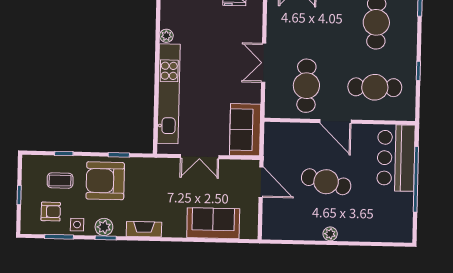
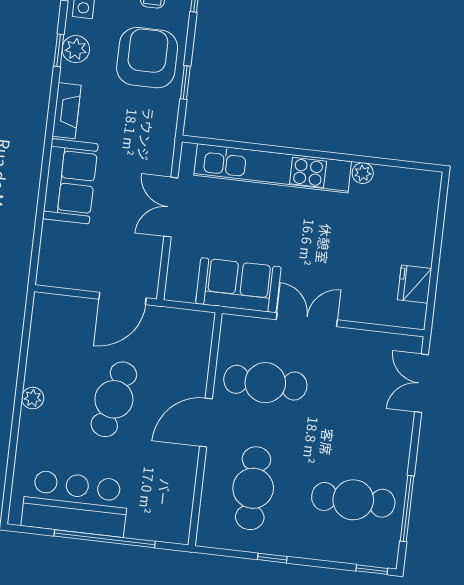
sofa: (245, 130) -> (238, 285), moved
bar counter: (396, 158) -> (75, 503), moved
sofa: (213, 223) -> (70, 181), moved

